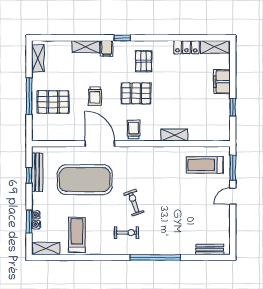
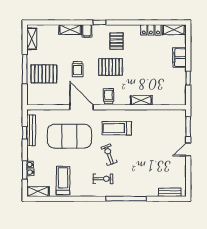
treadmill: (205, 165) -> (117, 128), moved

